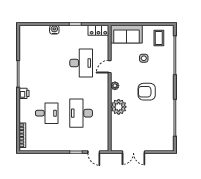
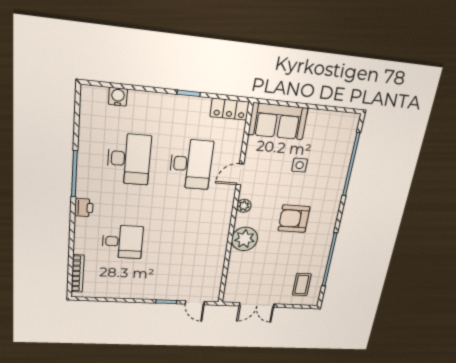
water cooler: (54, 30) -> (118, 97), moved
coffee table: (159, 38) -> (302, 285), moved
desk: (81, 113) -> (129, 159), moved, turned 180

